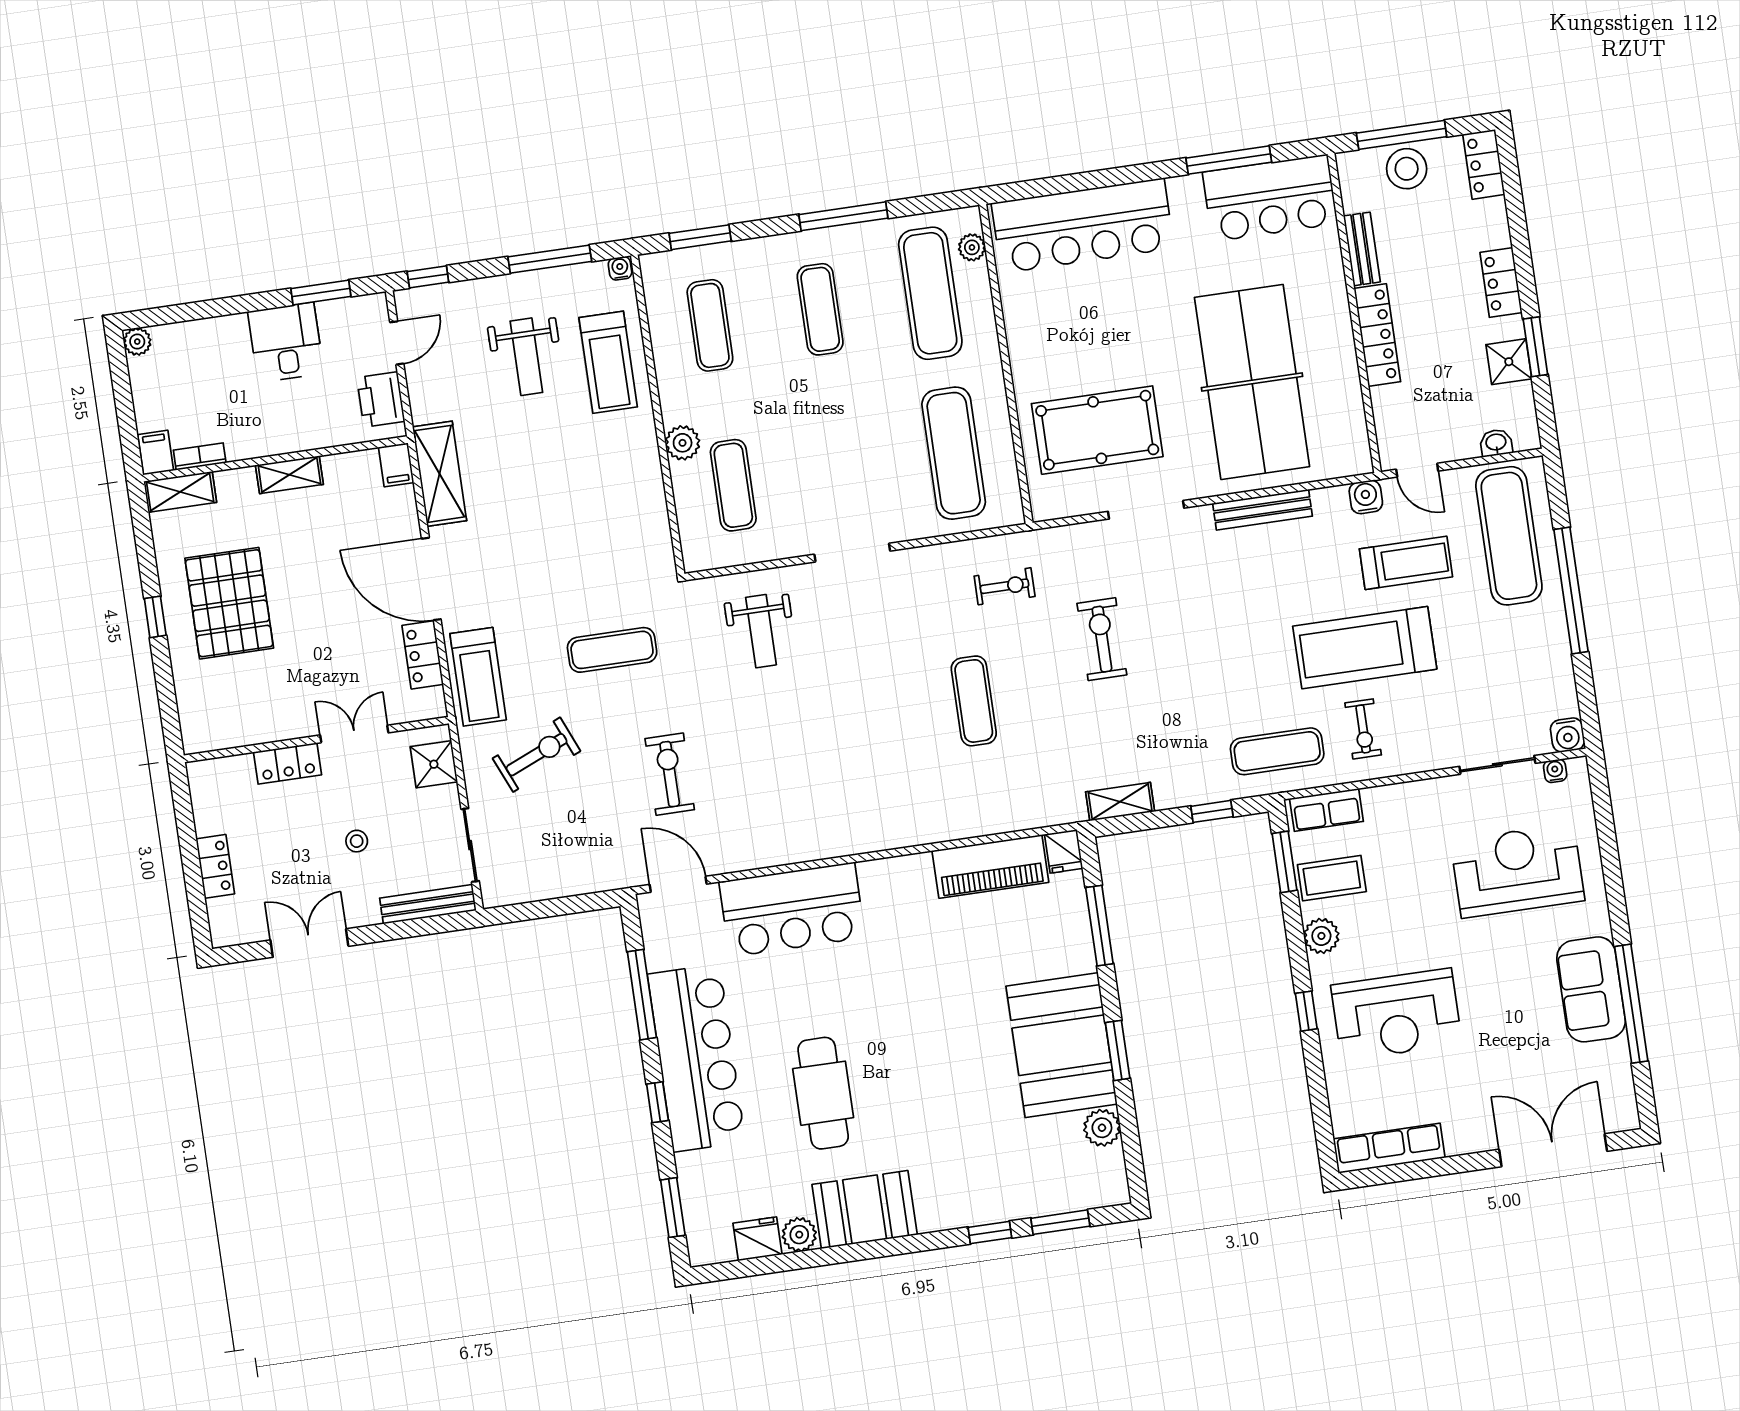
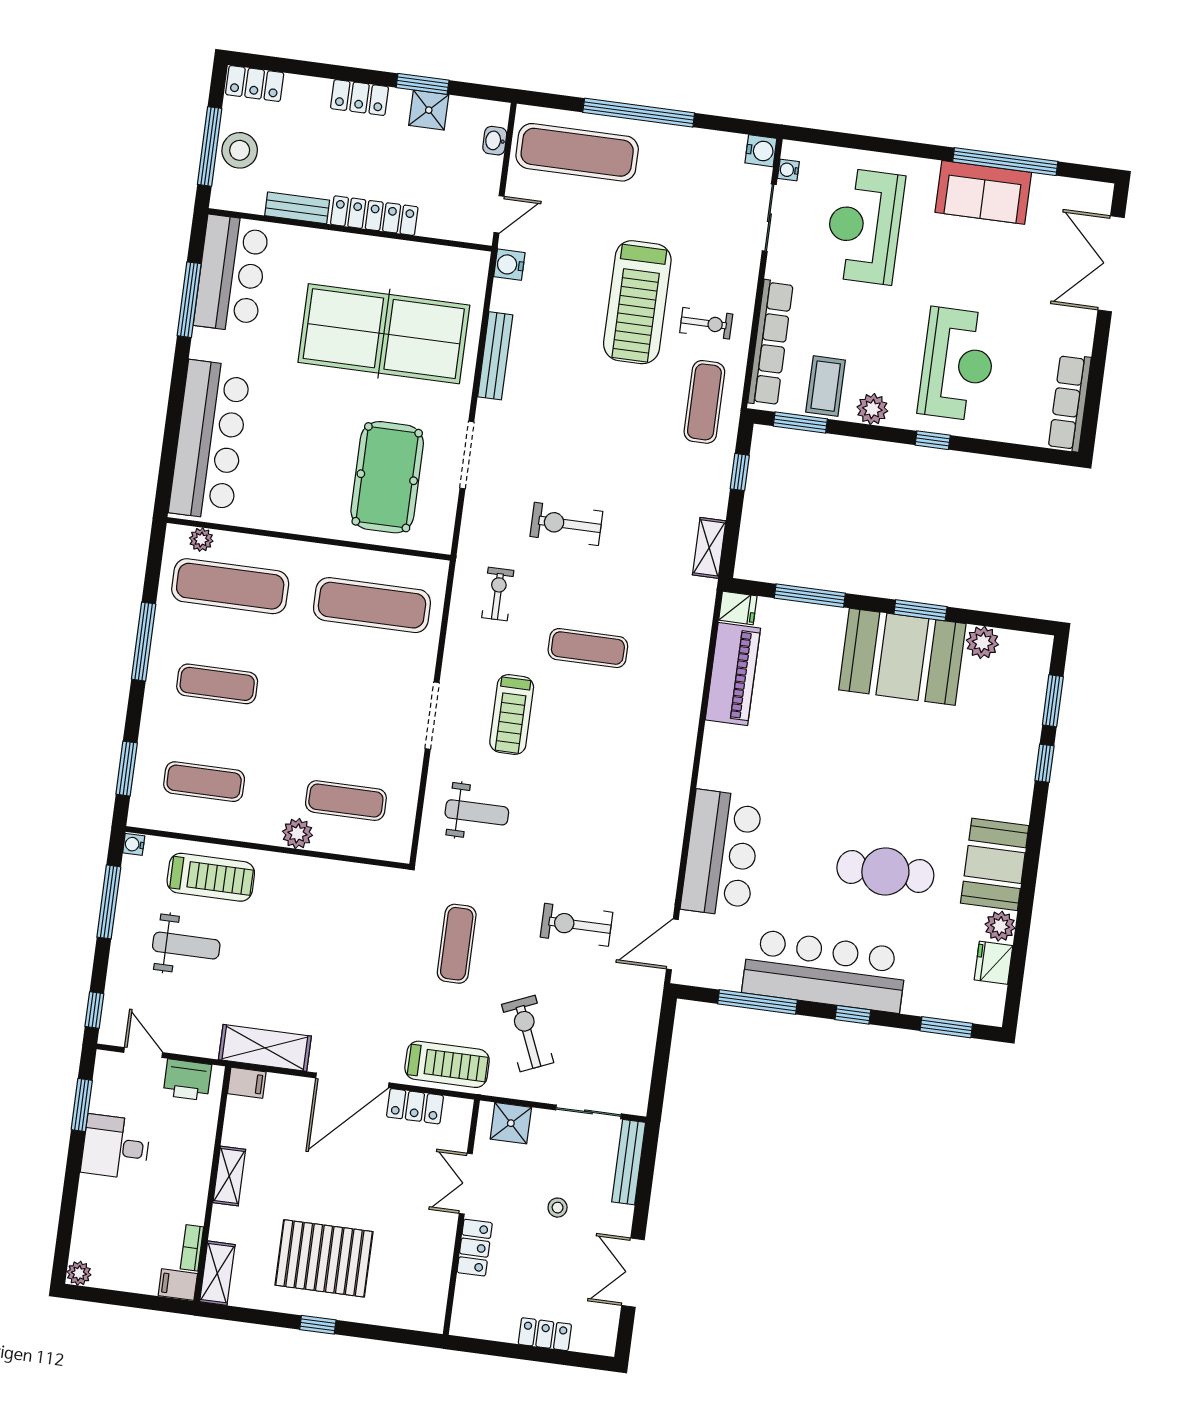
treadmill: (1406, 563) -> (512, 714), moved, turned 180
row of seats: (1326, 810) -> (770, 343), width x2.02

